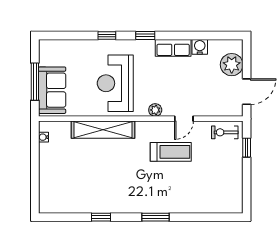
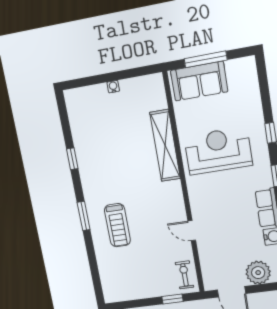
plant: (155, 110) -> (196, 199), removed
water cooler: (43, 137) -> (113, 87), moved
treadmill: (171, 152) -> (117, 225), moved

